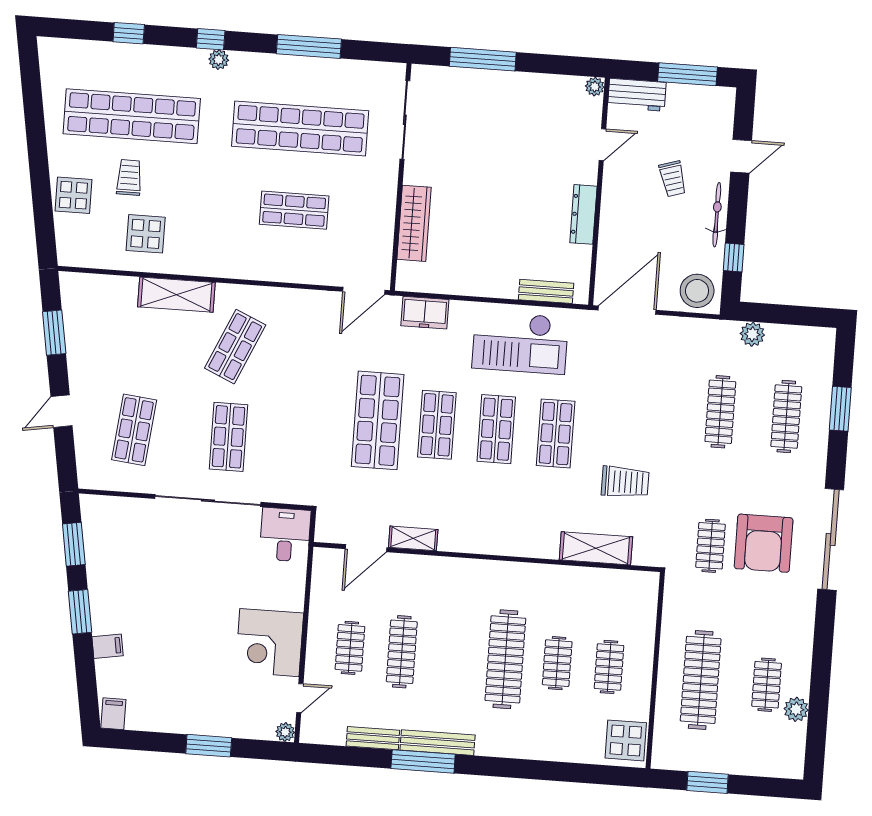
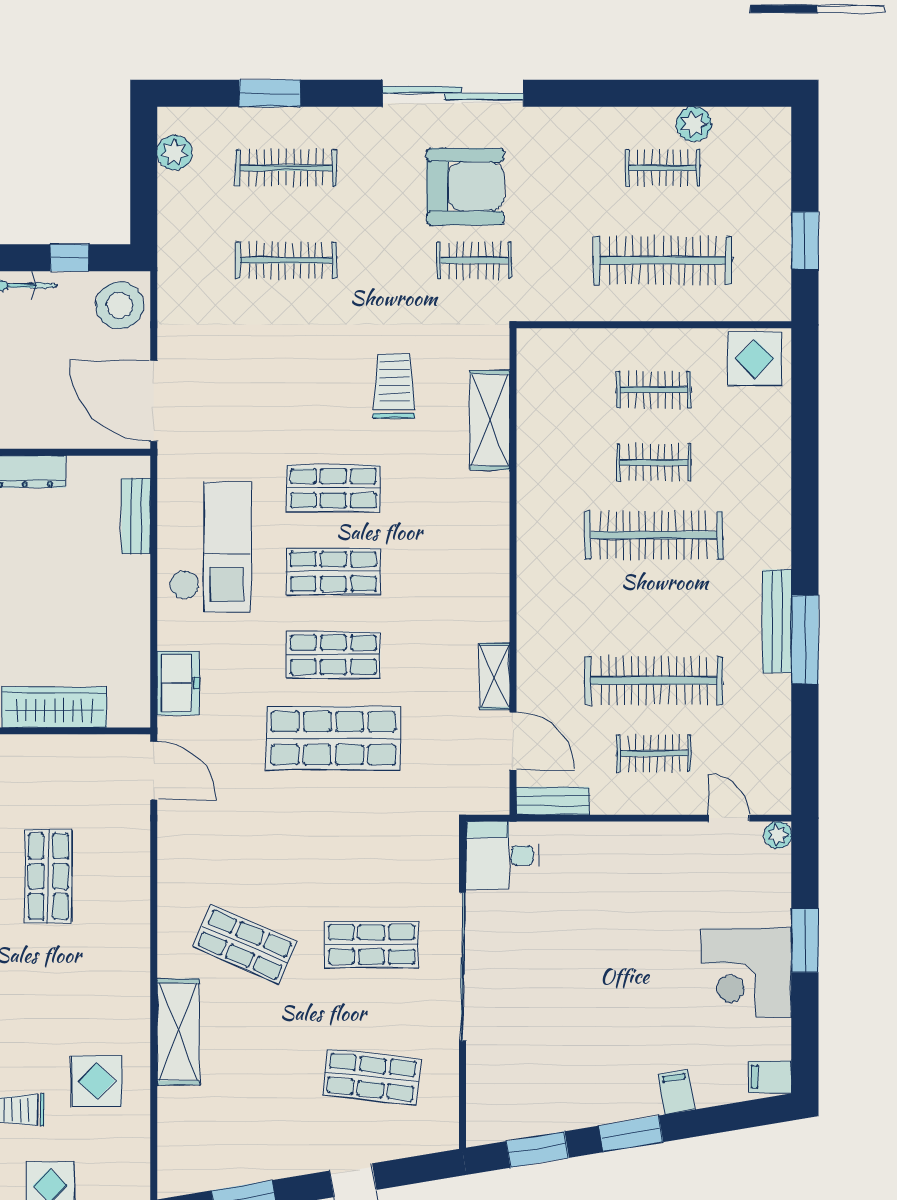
plant: (752, 334) -> (175, 153), moved
corner desk: (269, 643) -> (747, 973), moved, turned 90
clothes rail: (402, 652) -> (654, 681), width x1.37, depth x1.31
bench: (373, 738) -> (553, 801), moved, turned 90

